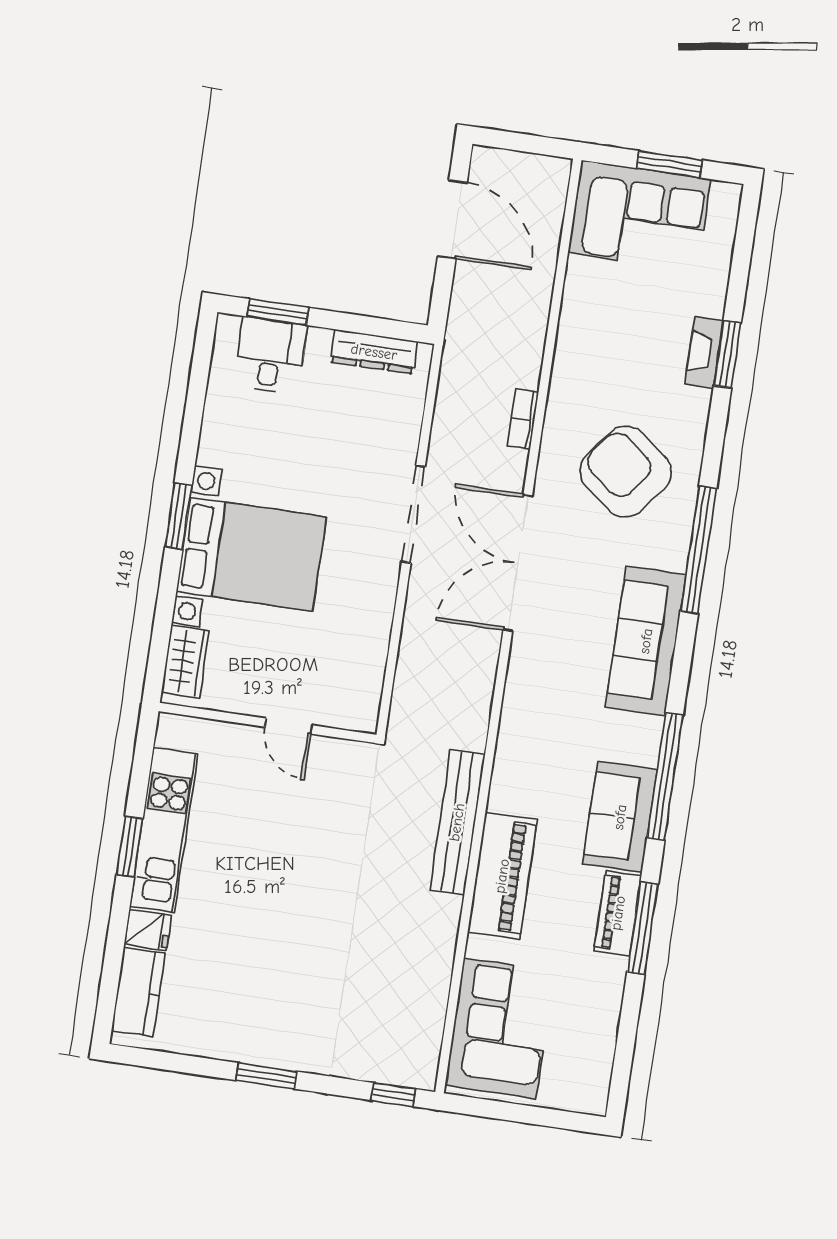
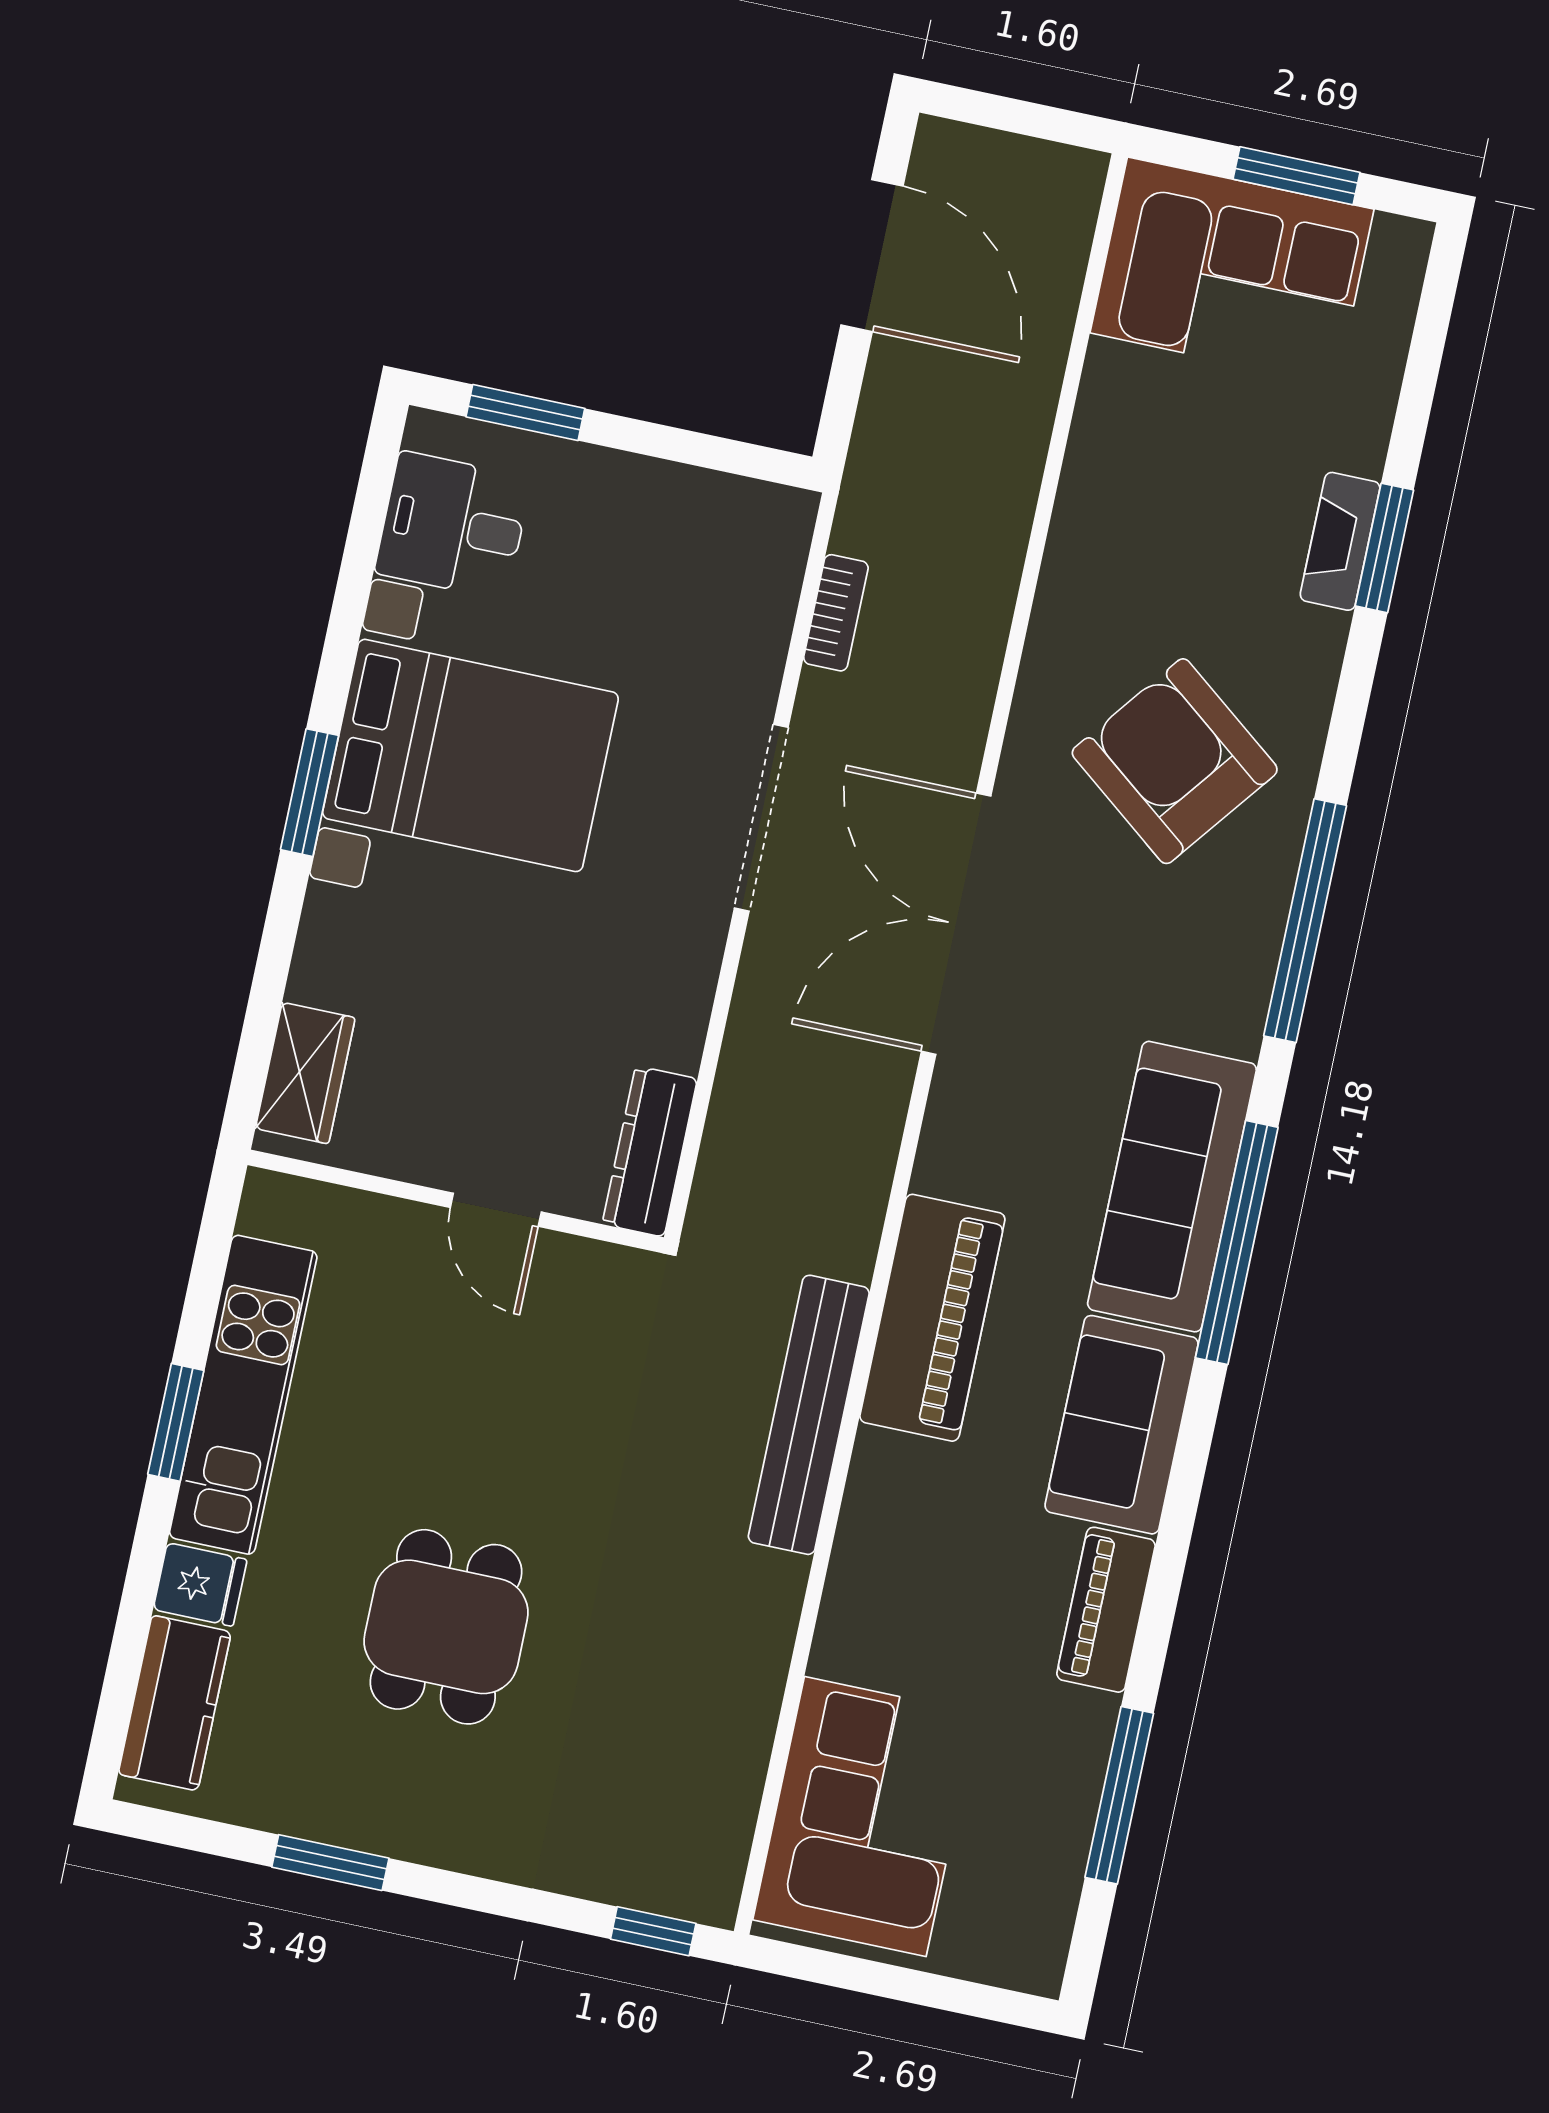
dresser: (374, 352) -> (650, 1151), moved, turned 90
desk: (270, 355) -> (453, 525), moved, turned -90
bookcase: (523, 419) -> (836, 613), moved, turned 180
bed with nightstands: (251, 554) -> (470, 755), moved
sofa: (646, 641) -> (1172, 1187), moved
window: (665, 776) -> (1237, 1243), moved
piano: (502, 876) -> (932, 1318), moved
window: (643, 928) -> (1119, 1795), moved
dining table: (276, 944) -> (446, 1627), added
window: (266, 1076) -> (330, 1863), moved

